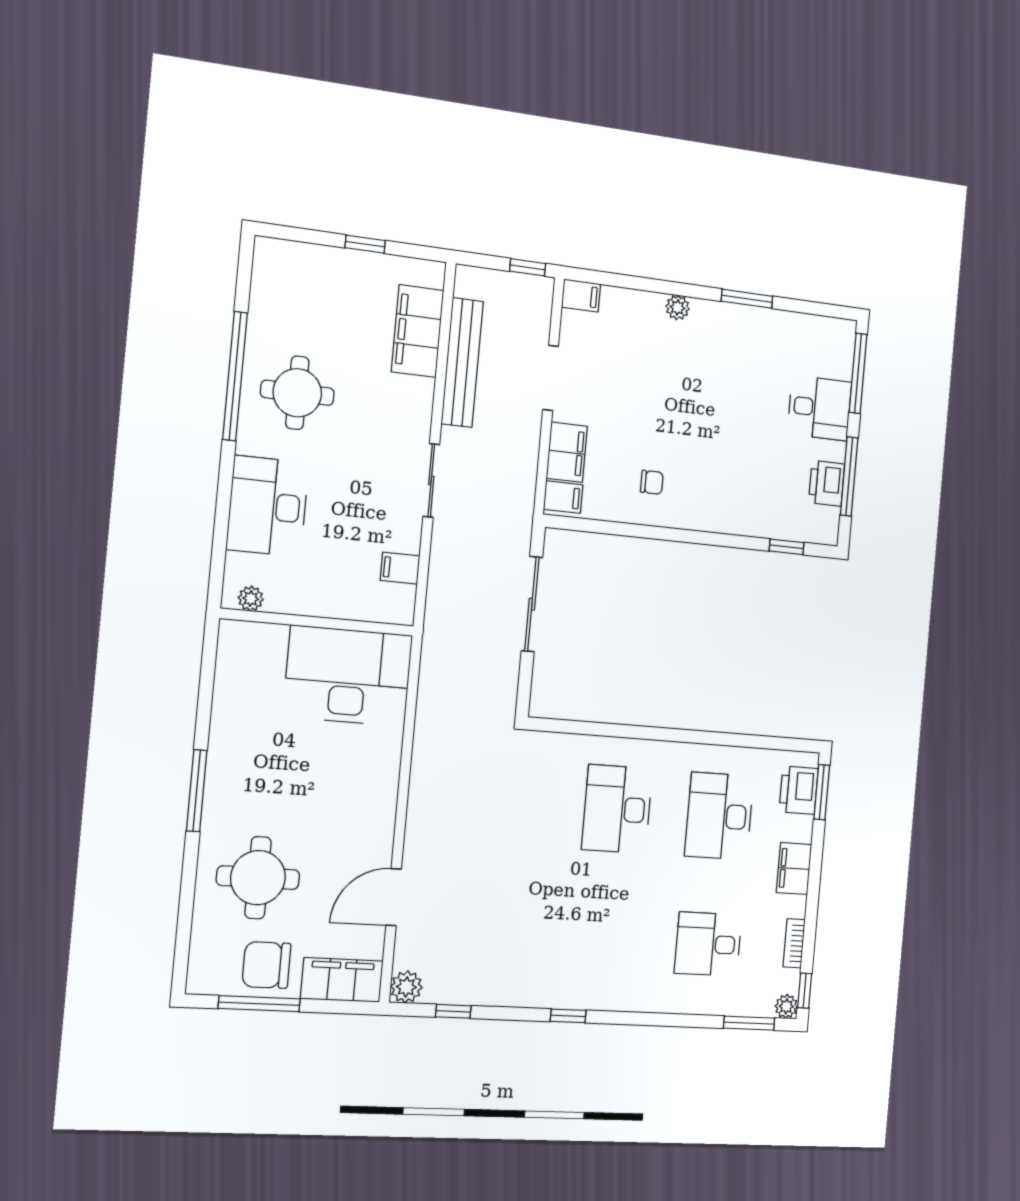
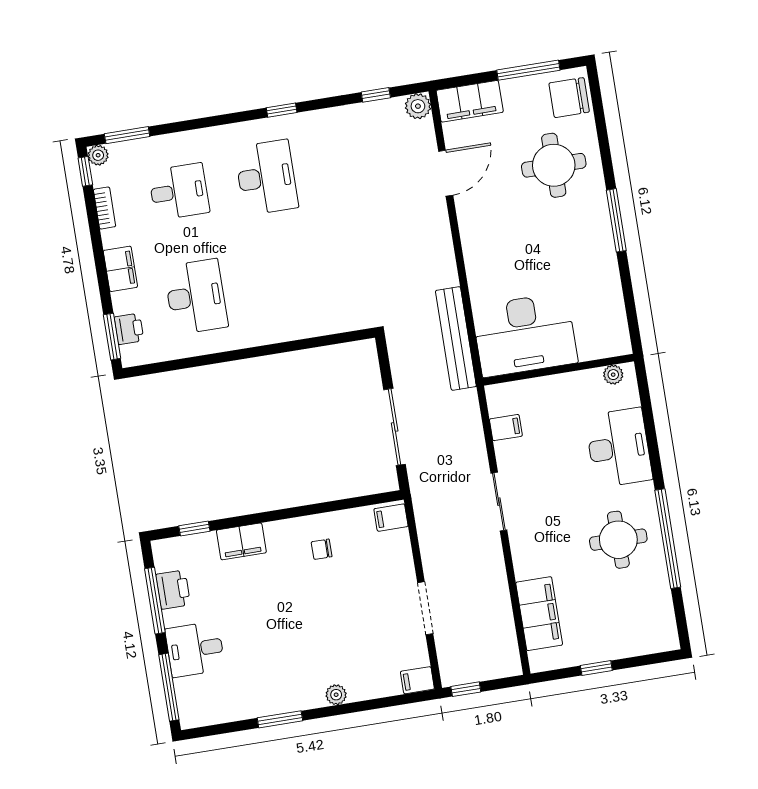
bench: (462, 363) -> (456, 338), moved
filing cabinet: (567, 452) -> (241, 541), moved, turned -90
printer: (799, 790) -> (129, 329), width x0.73, depth x0.81
desk: (617, 809) -> (266, 177), moved
chair: (266, 965) -> (569, 98), moved, turned 180

